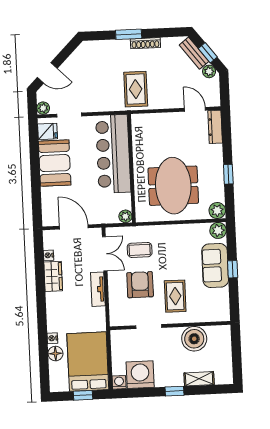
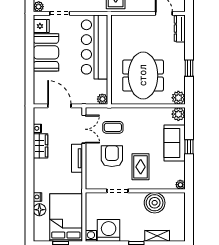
plant: (224, 316) -> (180, 185), added

